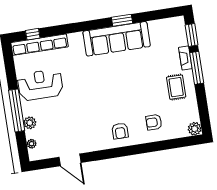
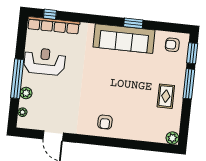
fireplace: (185, 58) -> (181, 72), removed
armchair: (154, 122) -> (172, 45), moved

